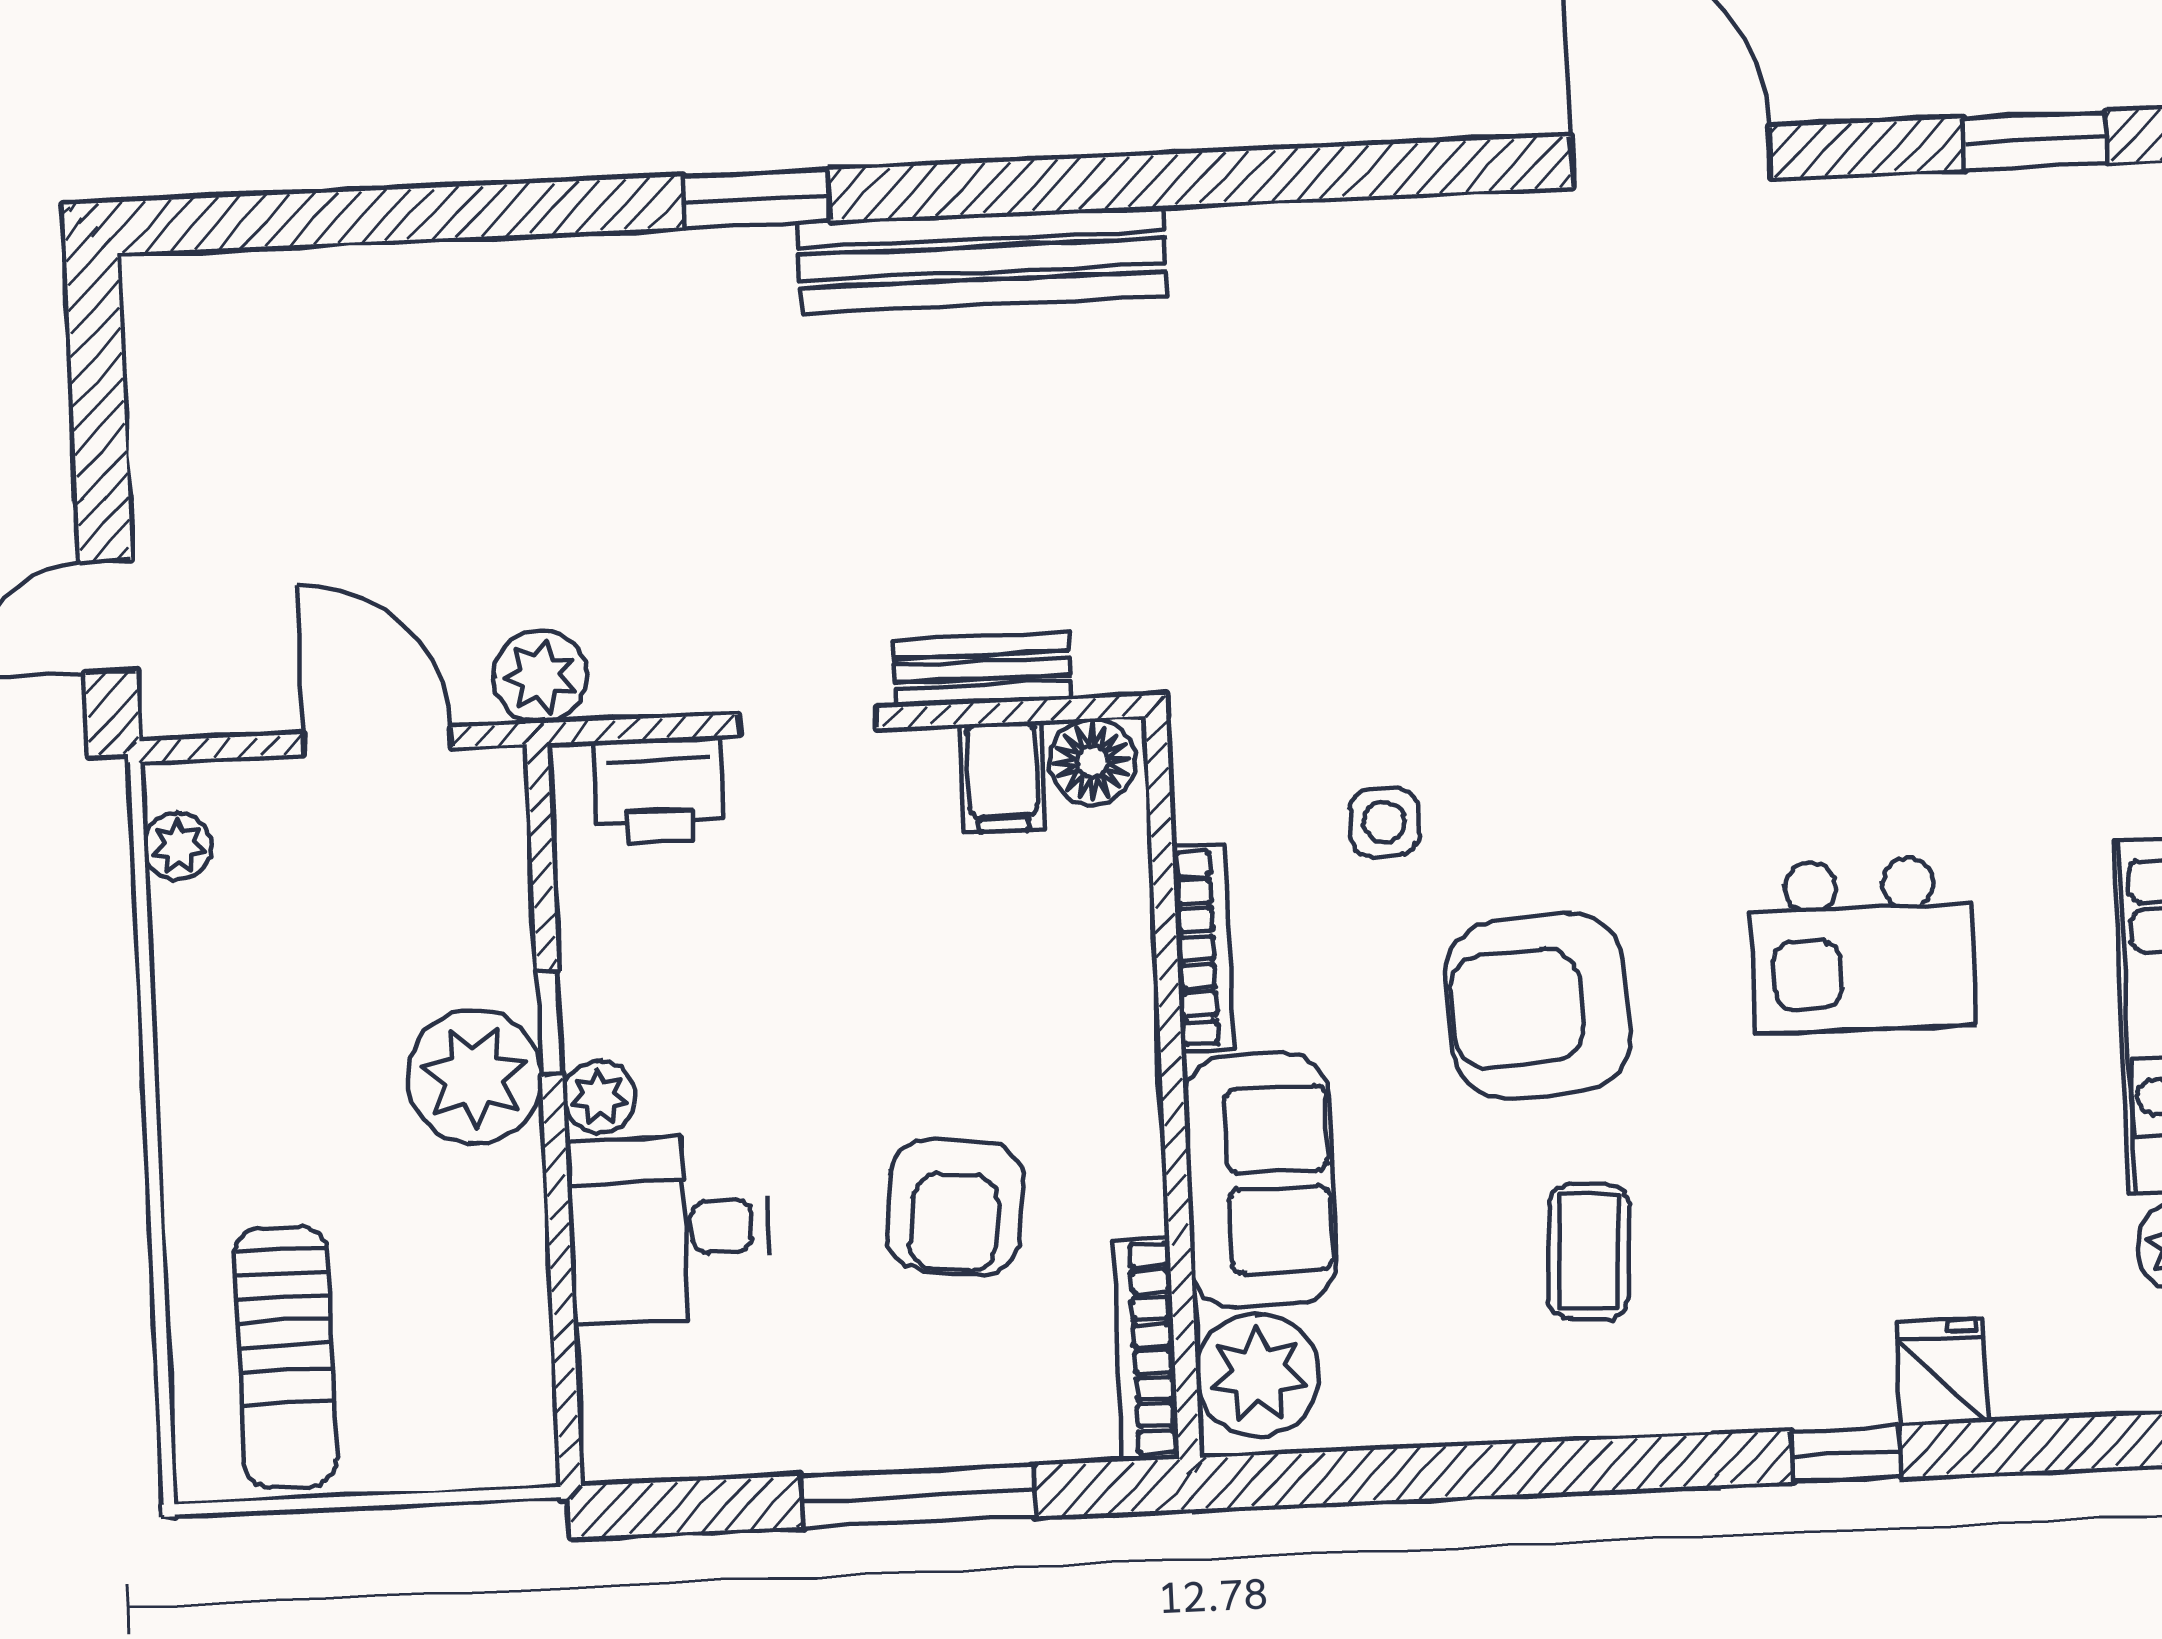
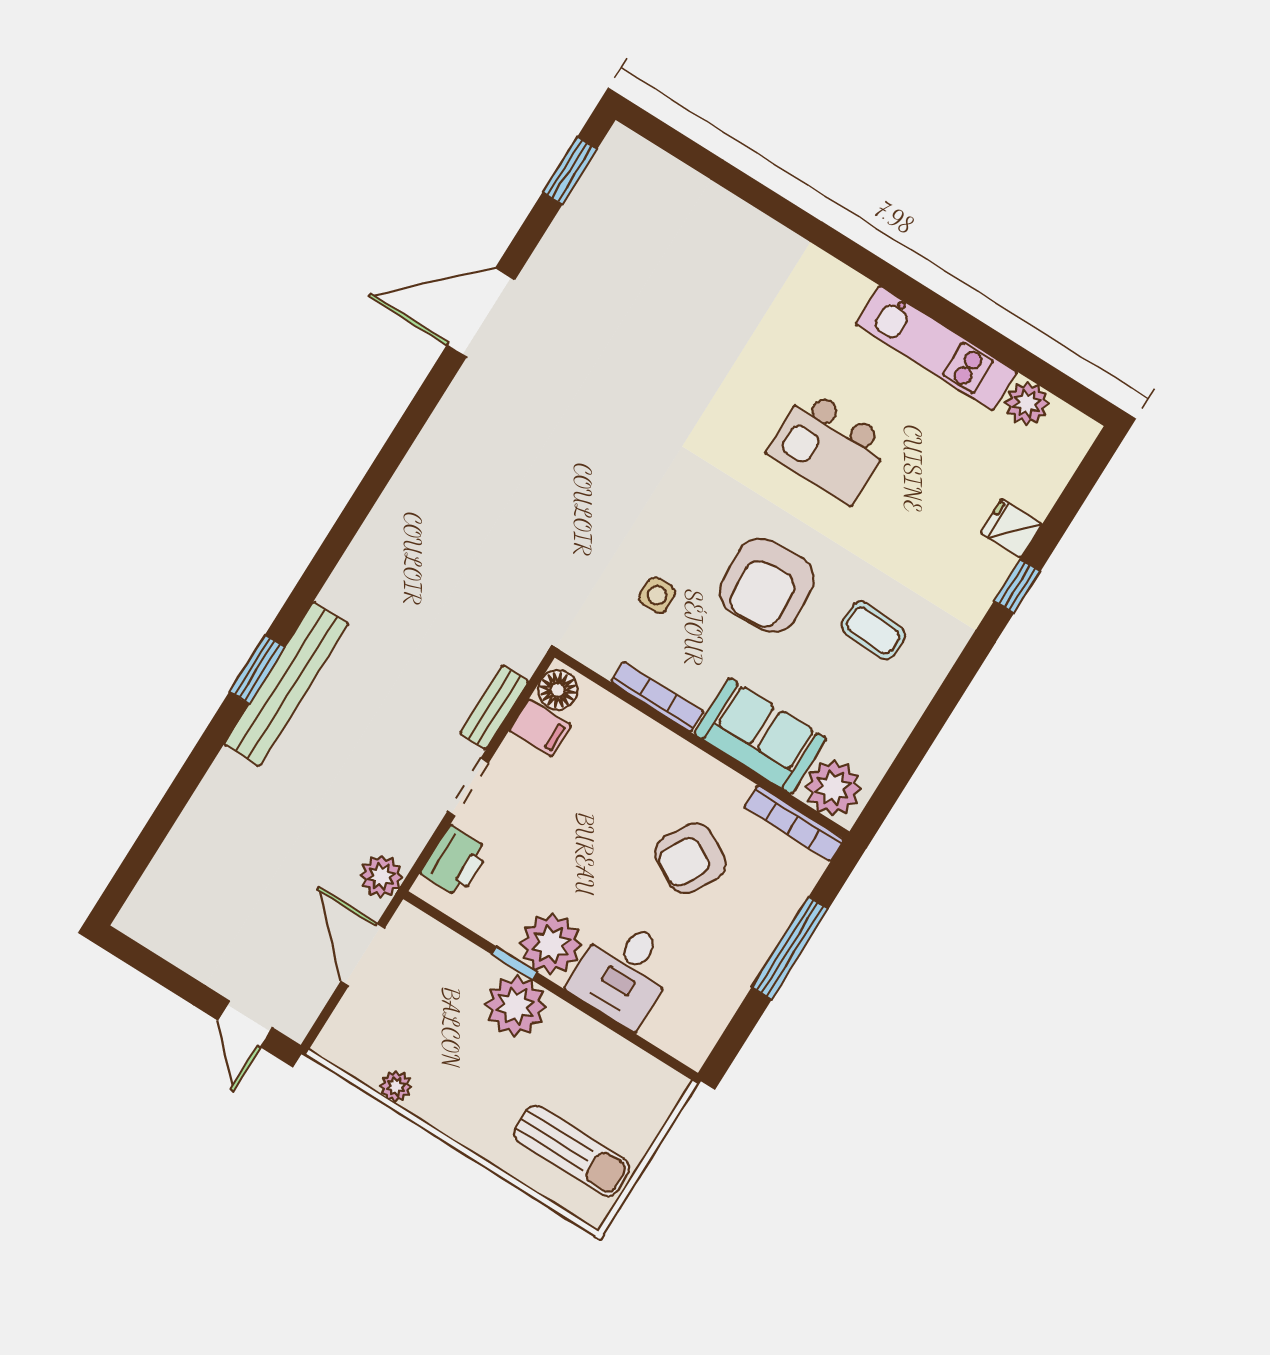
bench: (982, 260) -> (286, 684), moved
door: (377, 741) -> (363, 955), hinge flipped
plant: (178, 846) -> (396, 1086), moved
kitchen island: (1862, 945) -> (829, 447), turned 90
plant: (599, 1097) -> (551, 944), width x1.87, depth x1.87
armchair: (955, 1207) -> (690, 858), turned 112

